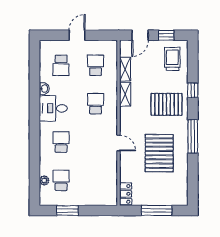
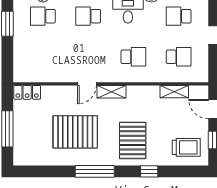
shelving: (125, 94) -> (111, 92), moved
school desk: (61, 142) -> (88, 16), turned 180
school desk: (61, 180) -> (43, 16), turned 180

